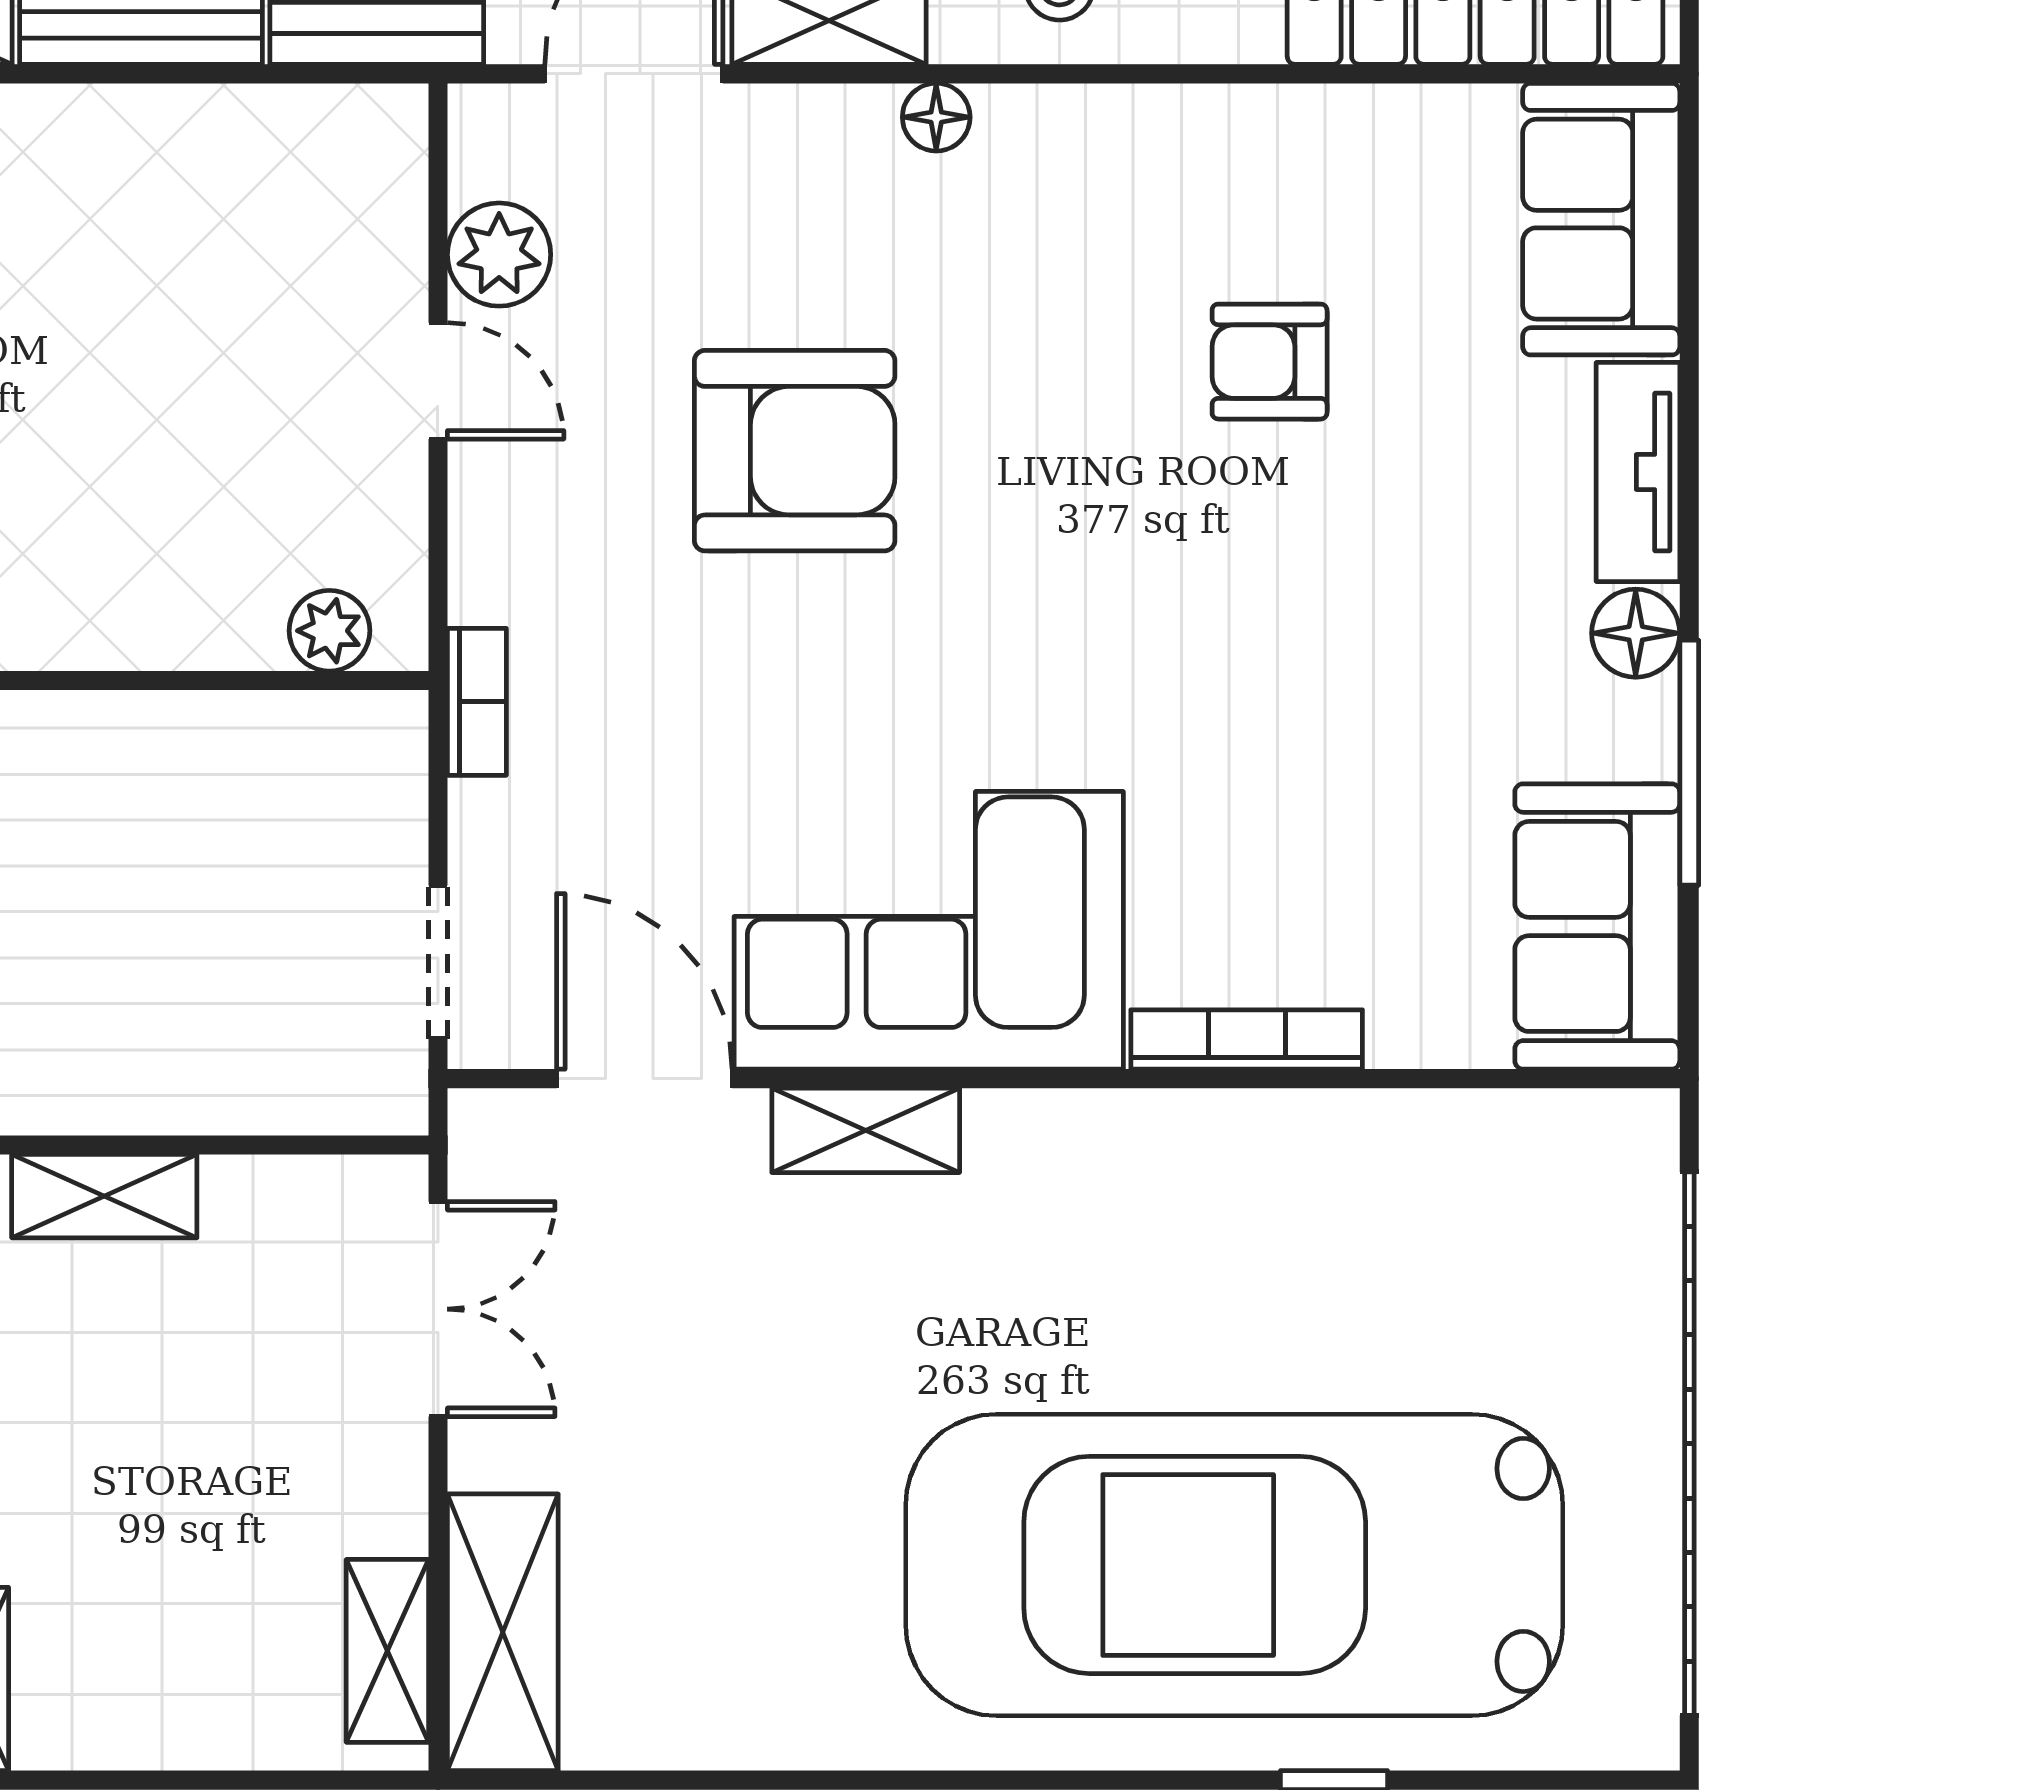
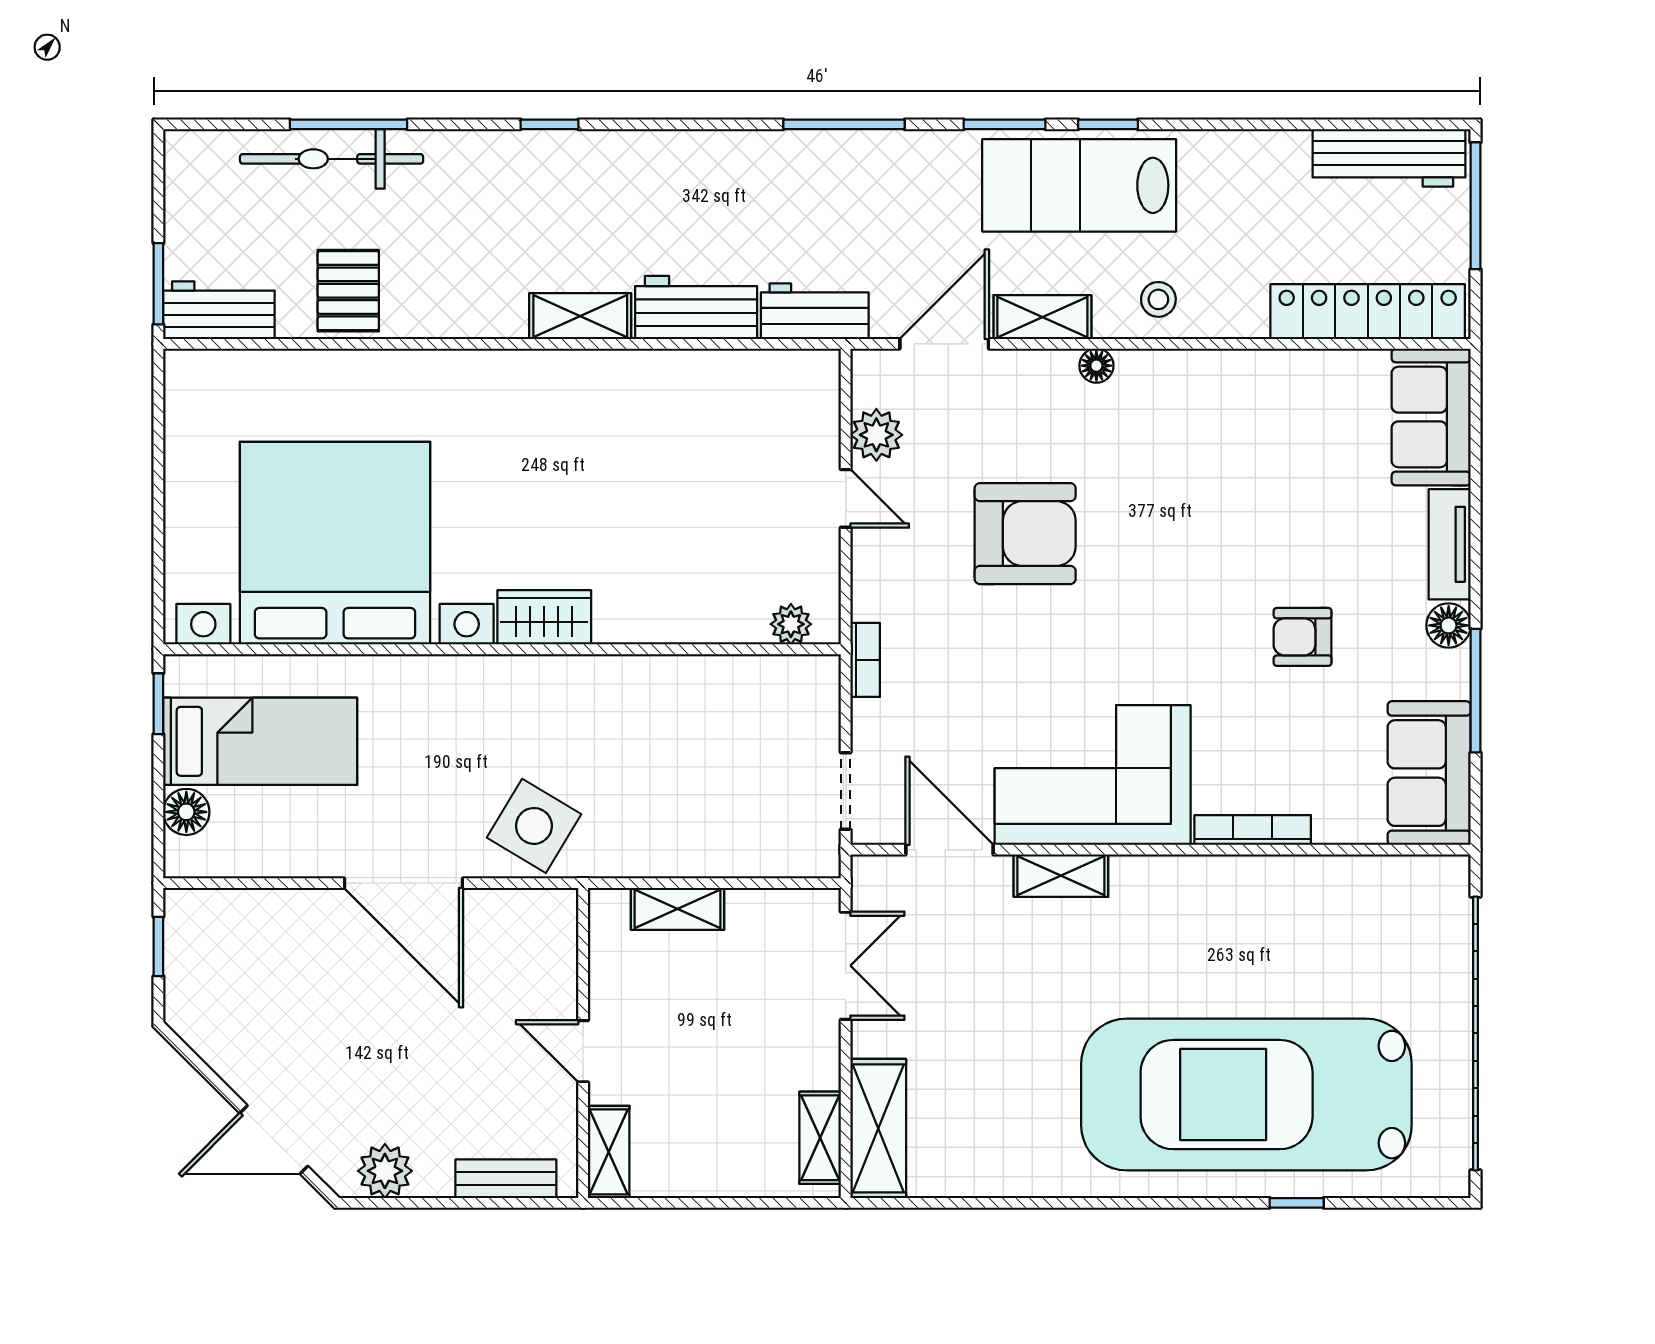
armchair: (1270, 362) -> (1303, 637), moved

